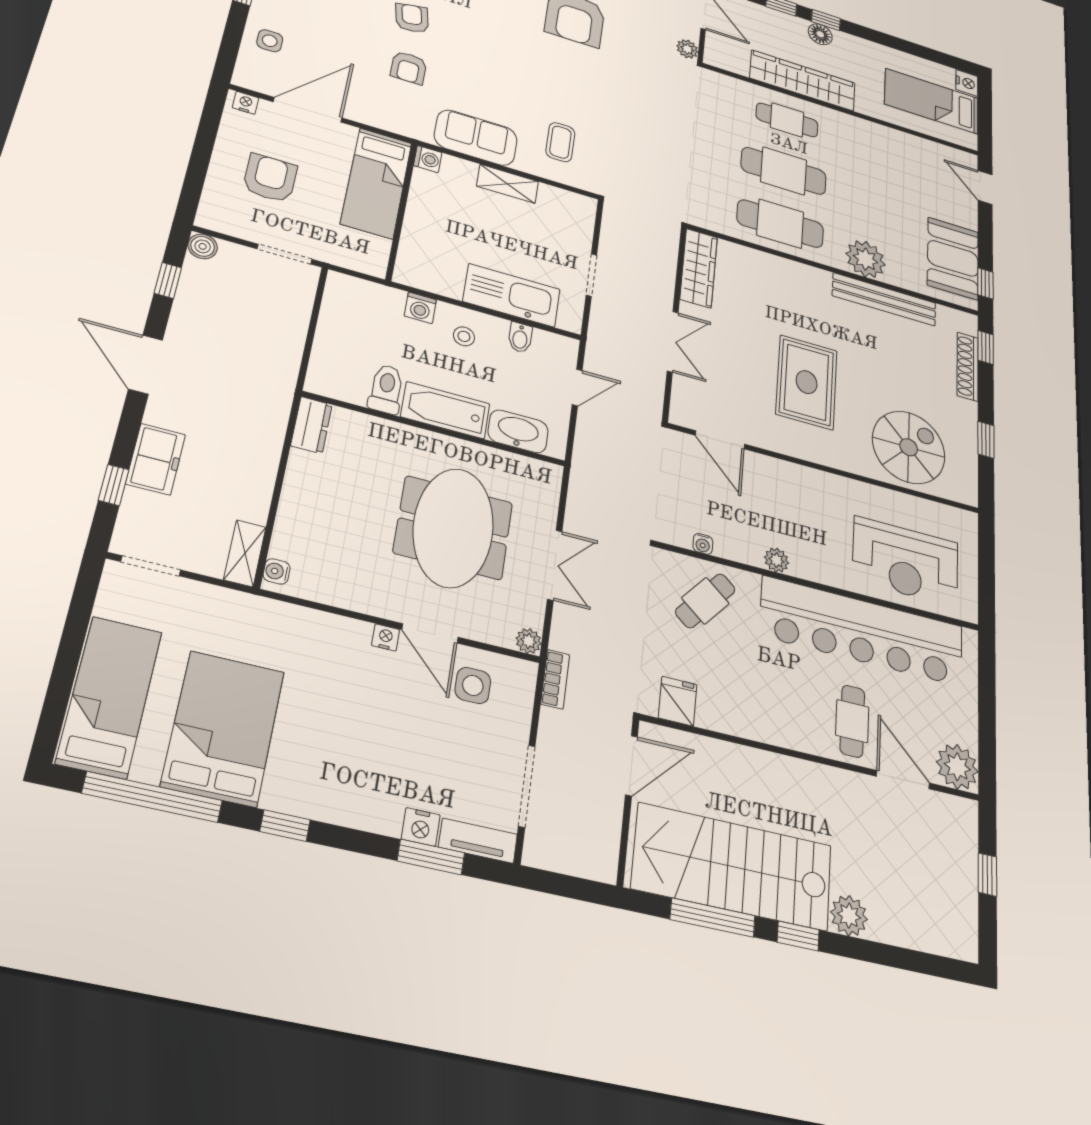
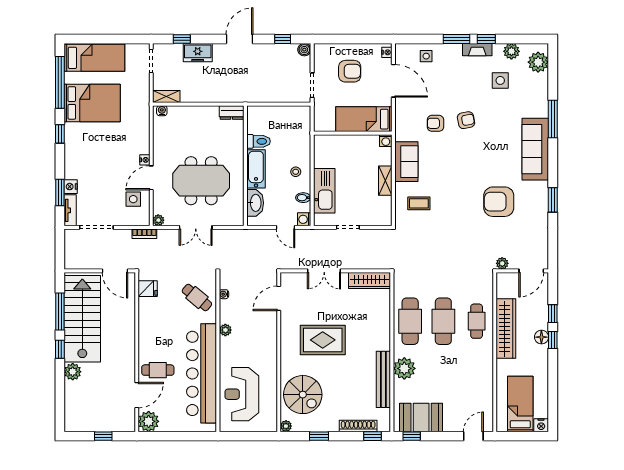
washing machine: (420, 308) -> (304, 219), moved
plant: (967, 494) -> (286, 426), added

